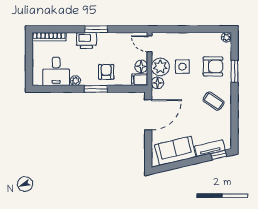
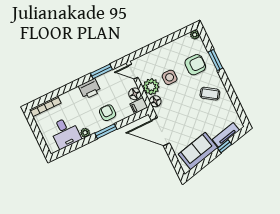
window: (96, 29) -> (101, 71), moved
printer: (86, 41) -> (90, 89), moved
door: (148, 115) -> (160, 132), swing flipped
window: (219, 155) -> (225, 146), moved

